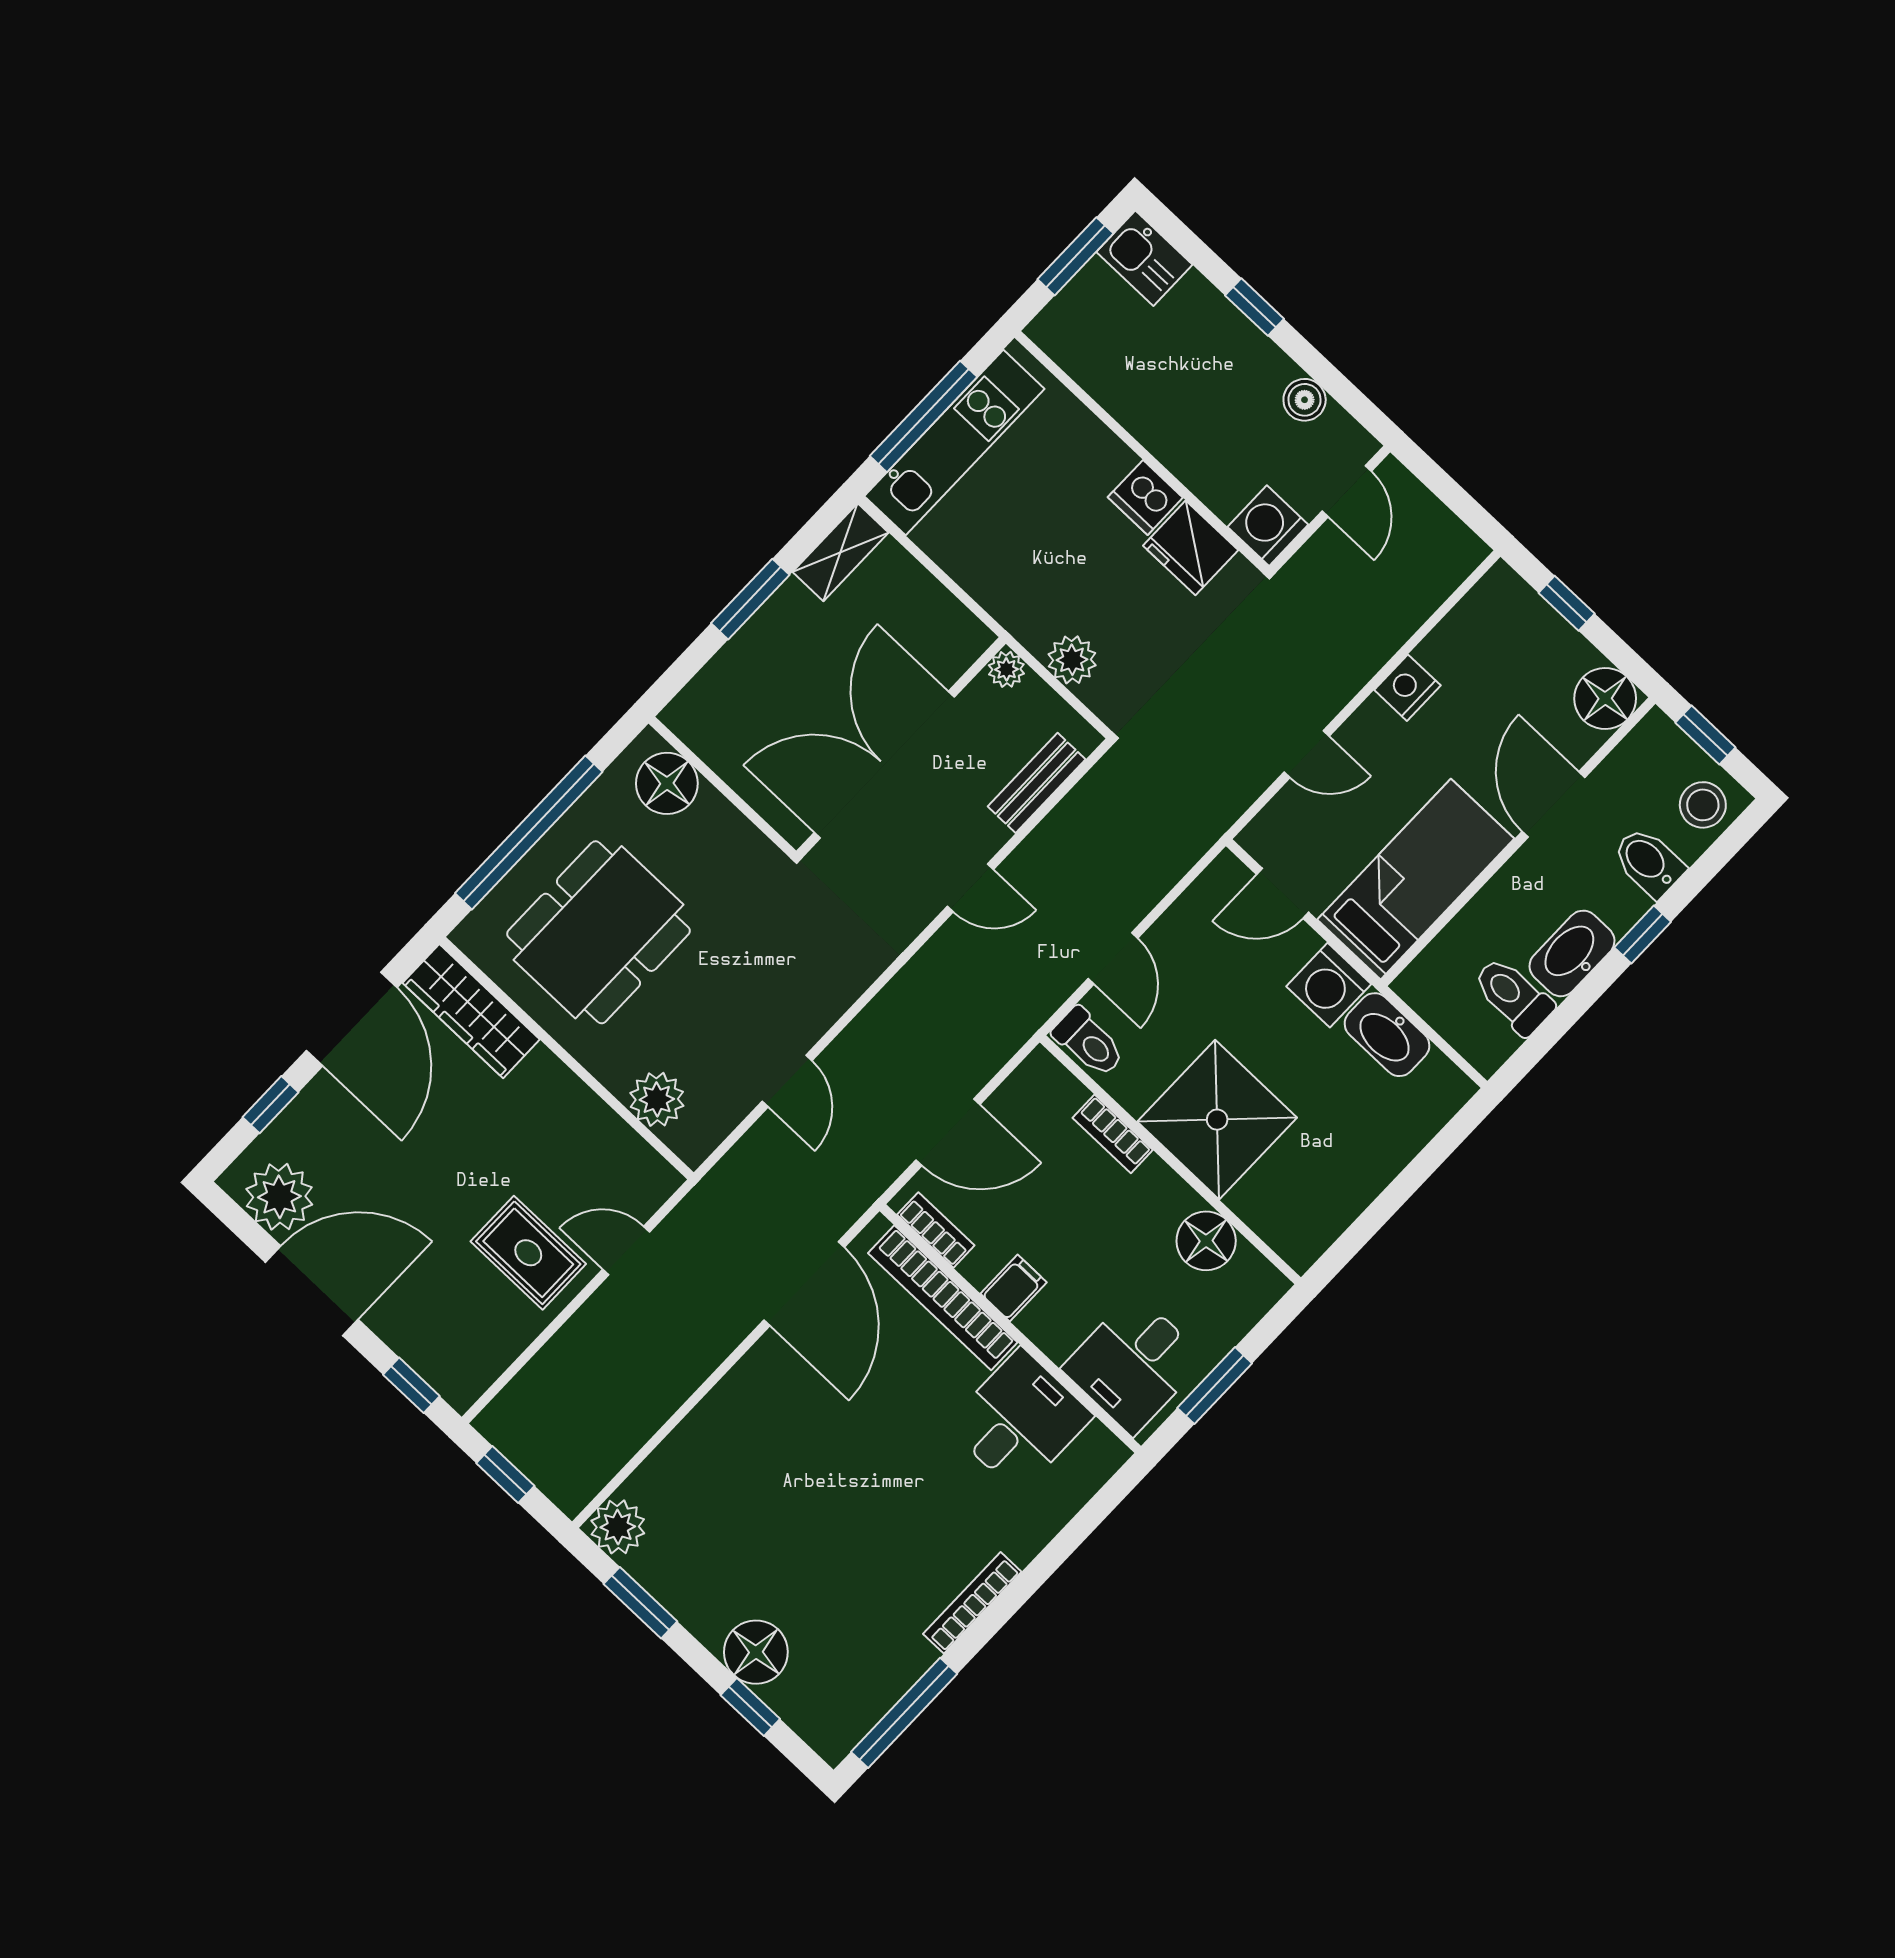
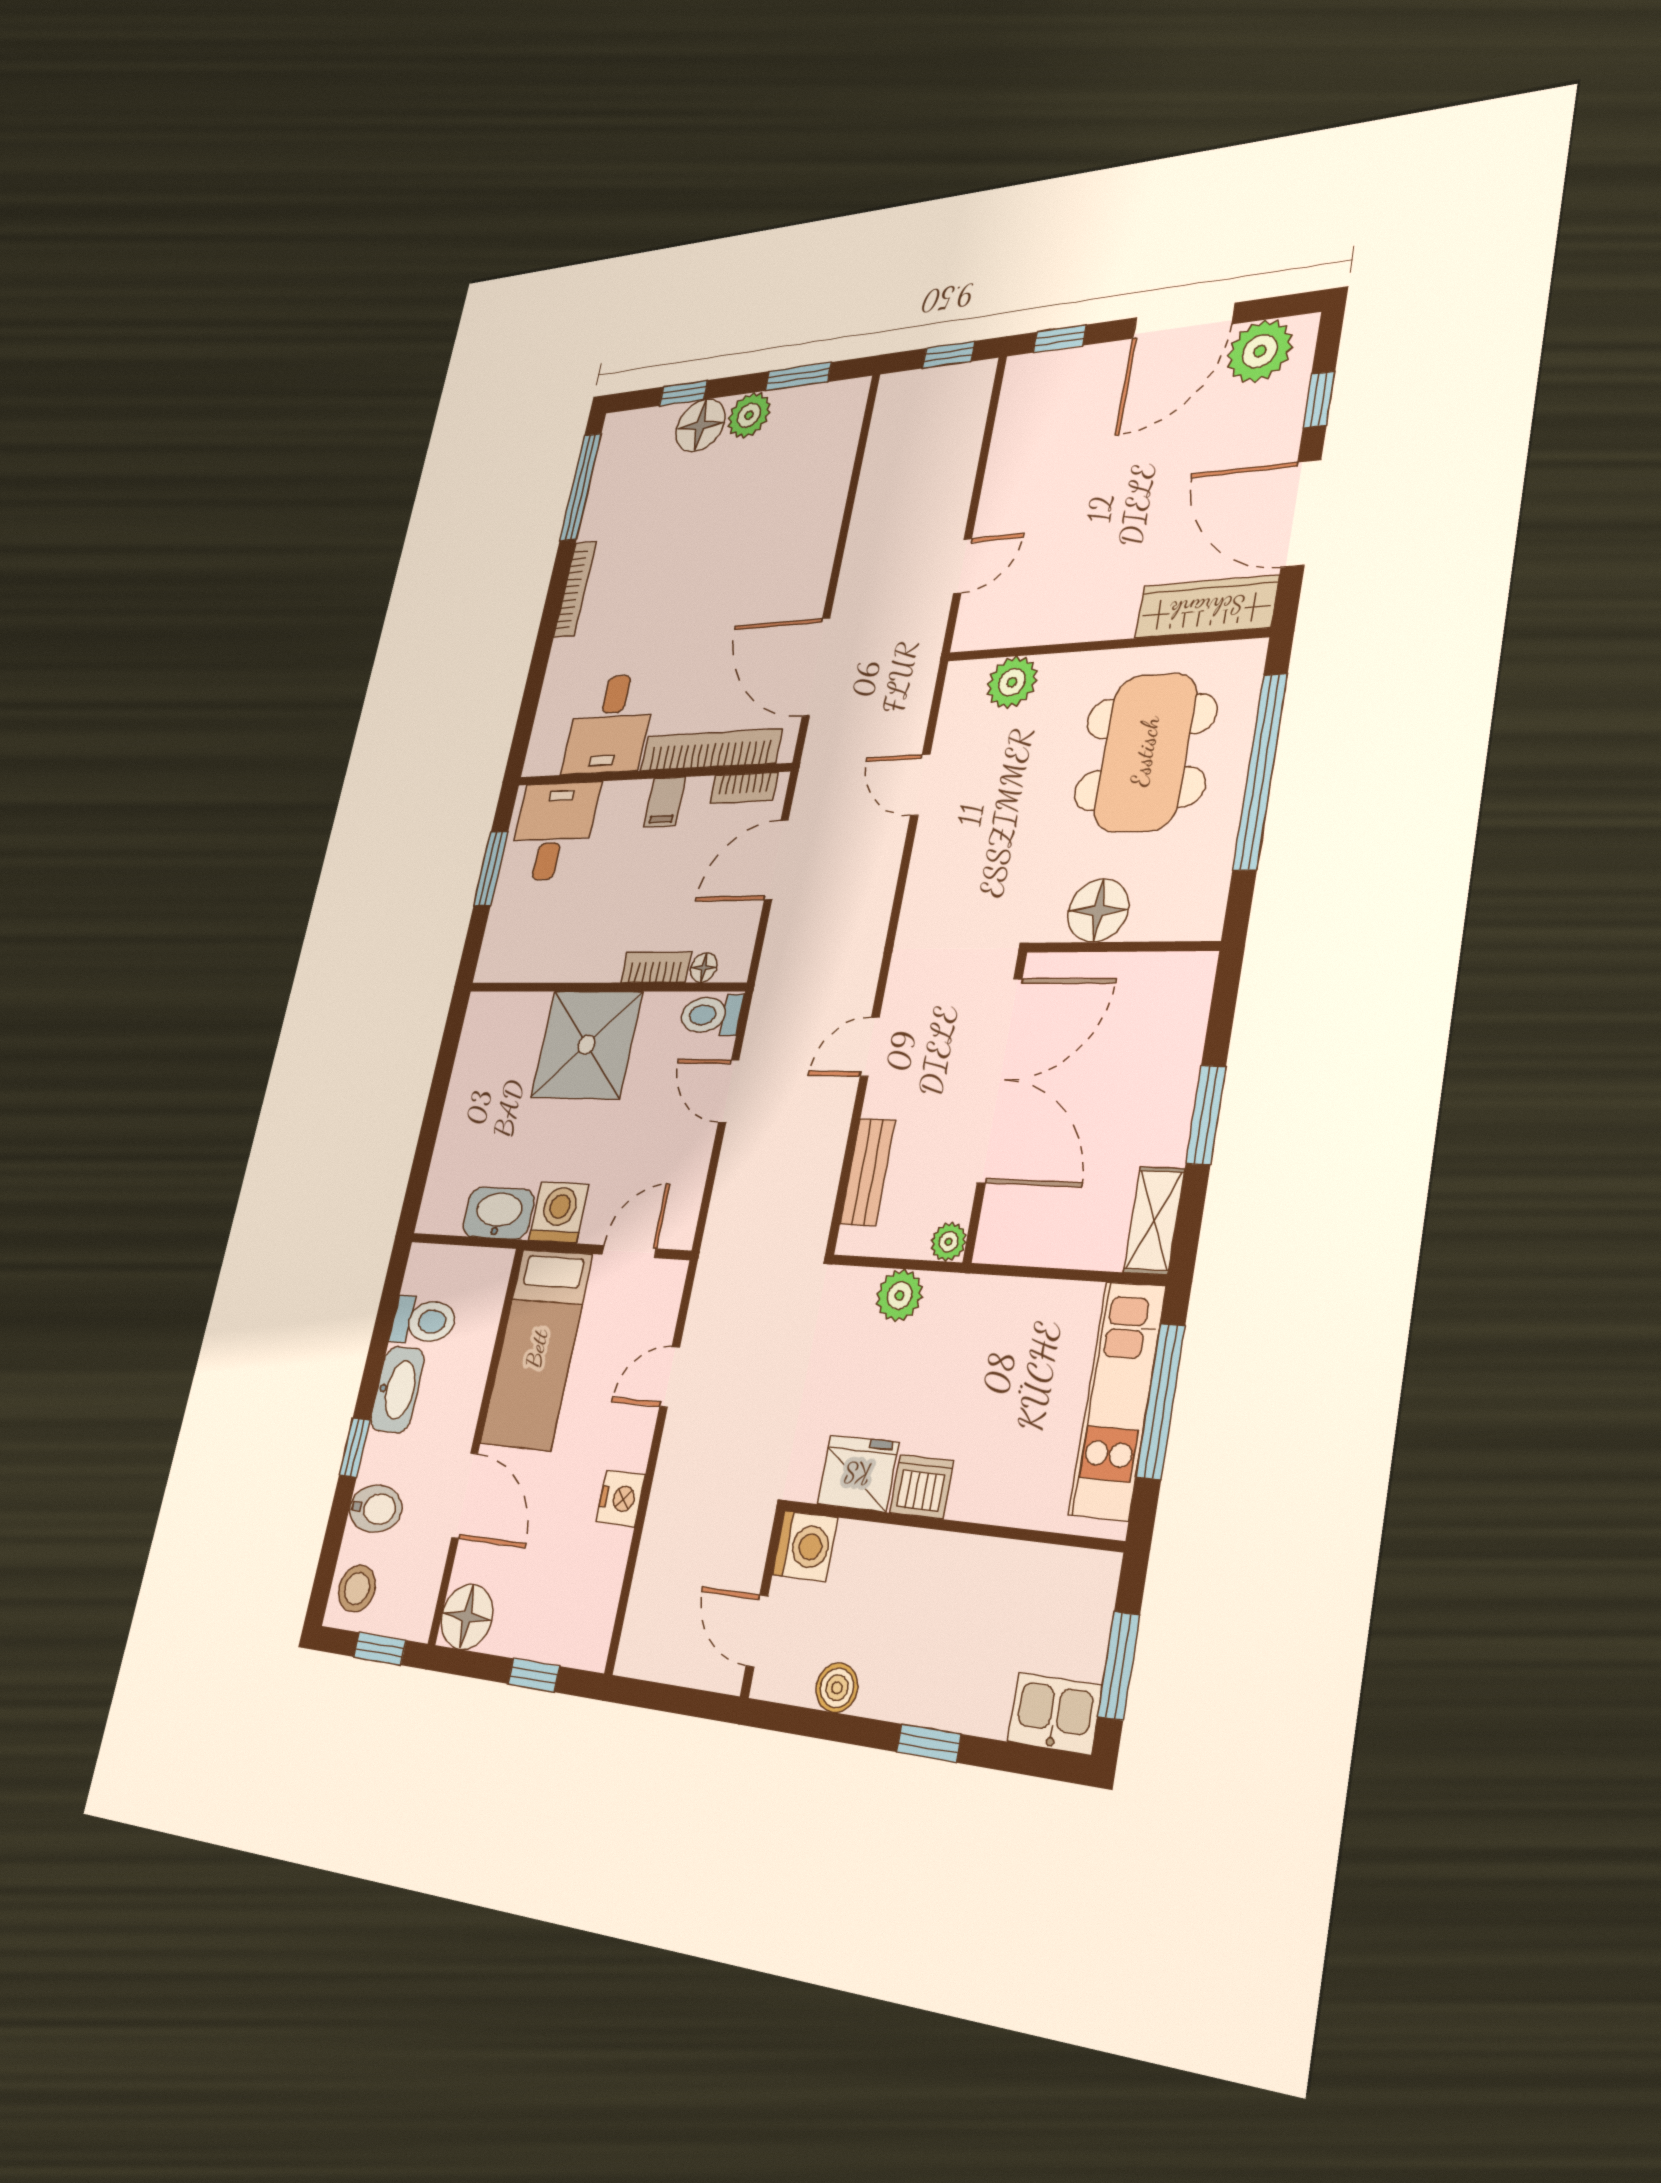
floor lamp: (667, 783) -> (1098, 910), moved
floor lamp: (1206, 1241) -> (704, 967), moved, width x0.53, depth x0.53
rug: (528, 1253) -> (1036, 497), removed
plant: (618, 1527) -> (749, 415), moved

